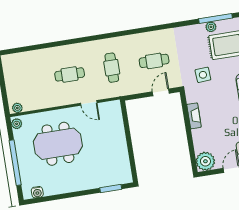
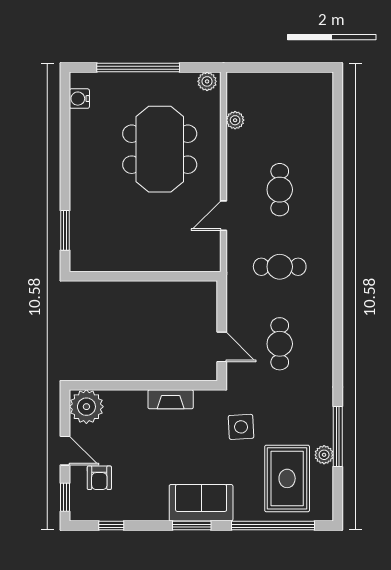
window: (216, 18) -> (338, 436), moved
plant: (17, 108) -> (235, 120), moved

